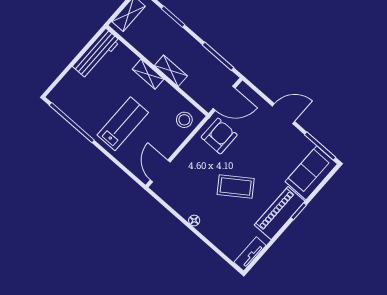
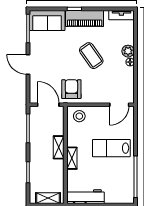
armchair: (219, 136) -> (71, 89), turned 90
plant: (207, 228) -> (128, 51), added

